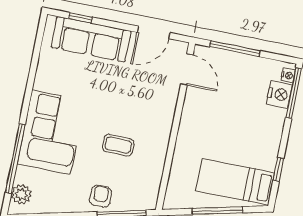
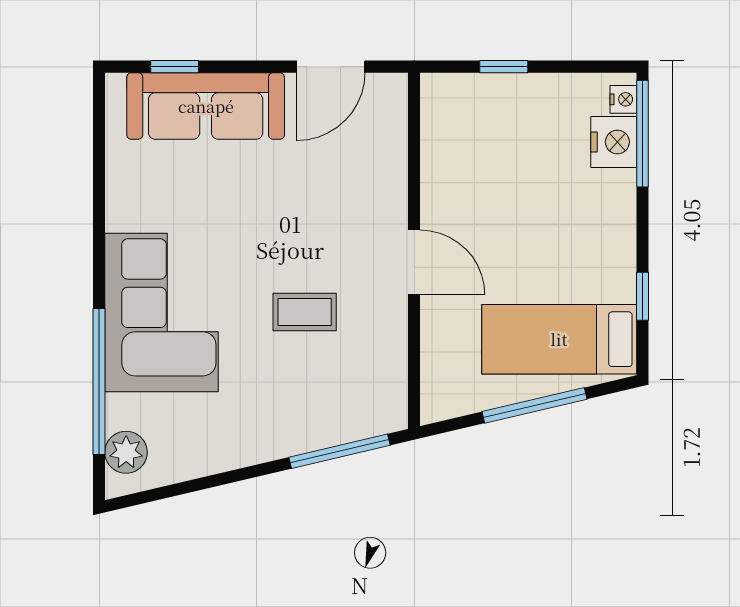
window: (235, 49) -> (504, 67), width x0.46
door: (187, 69) -> (414, 262), moved
armchair: (101, 196) -> (289, 424), removed

